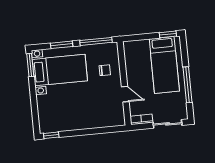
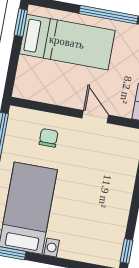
door: (125, 94) -> (95, 117), hinge flipped

